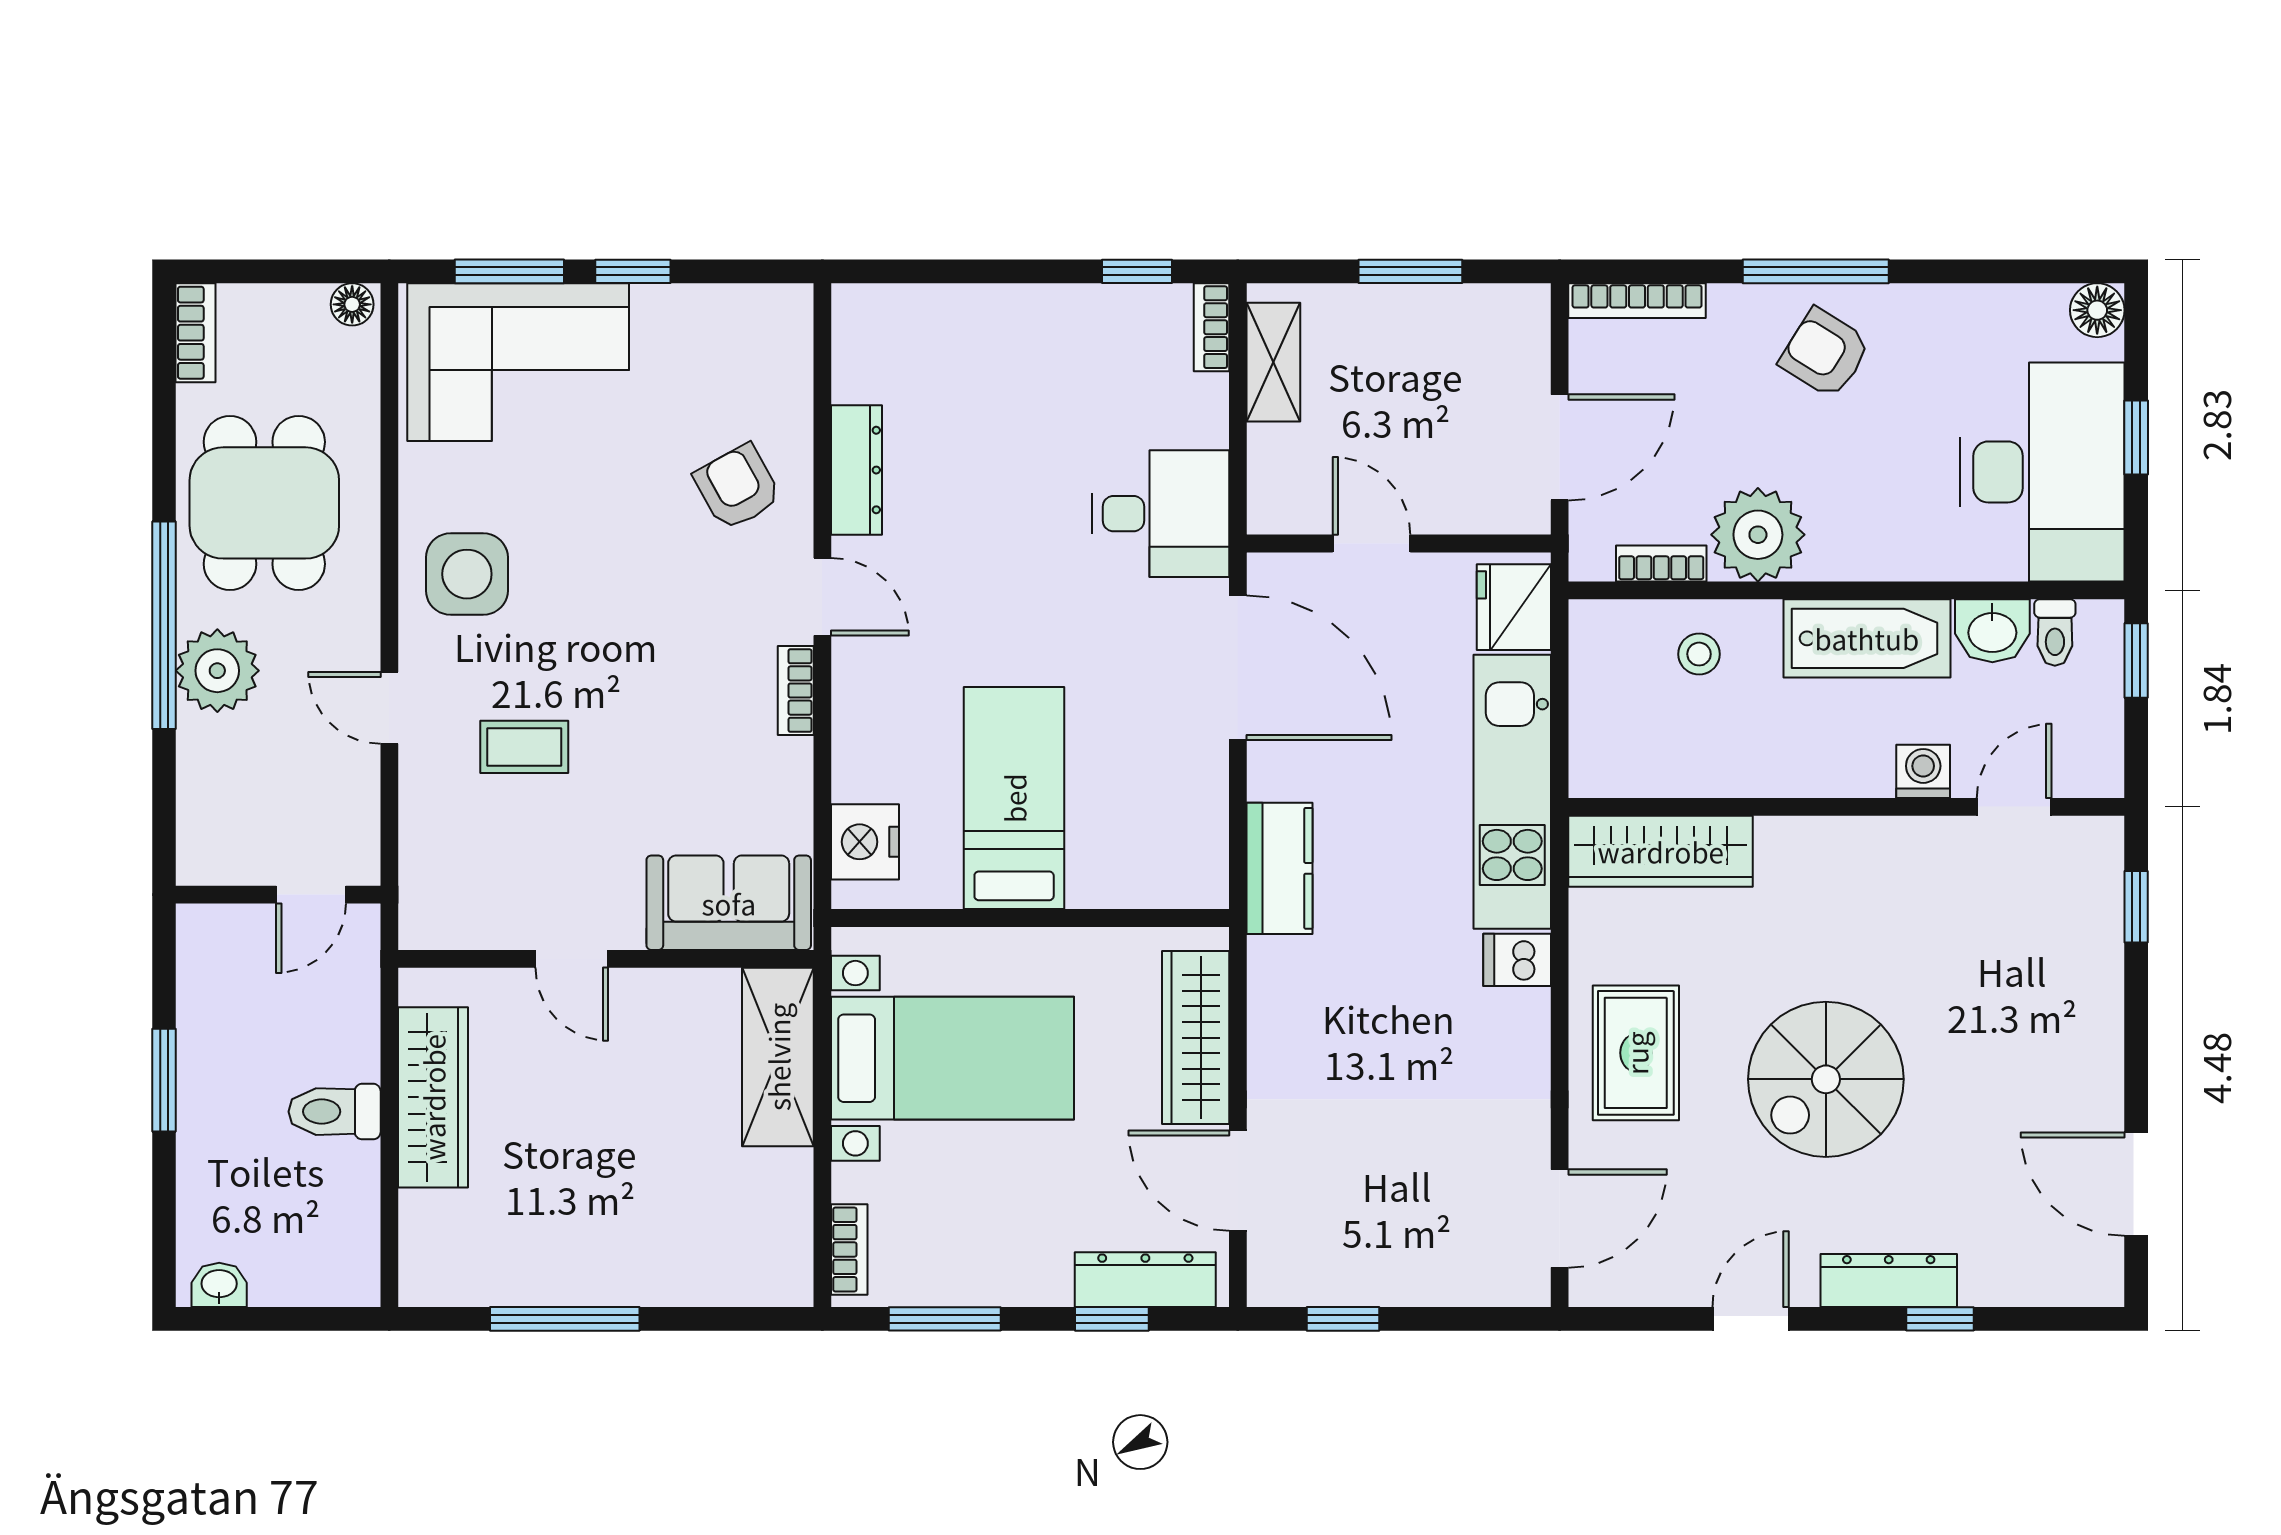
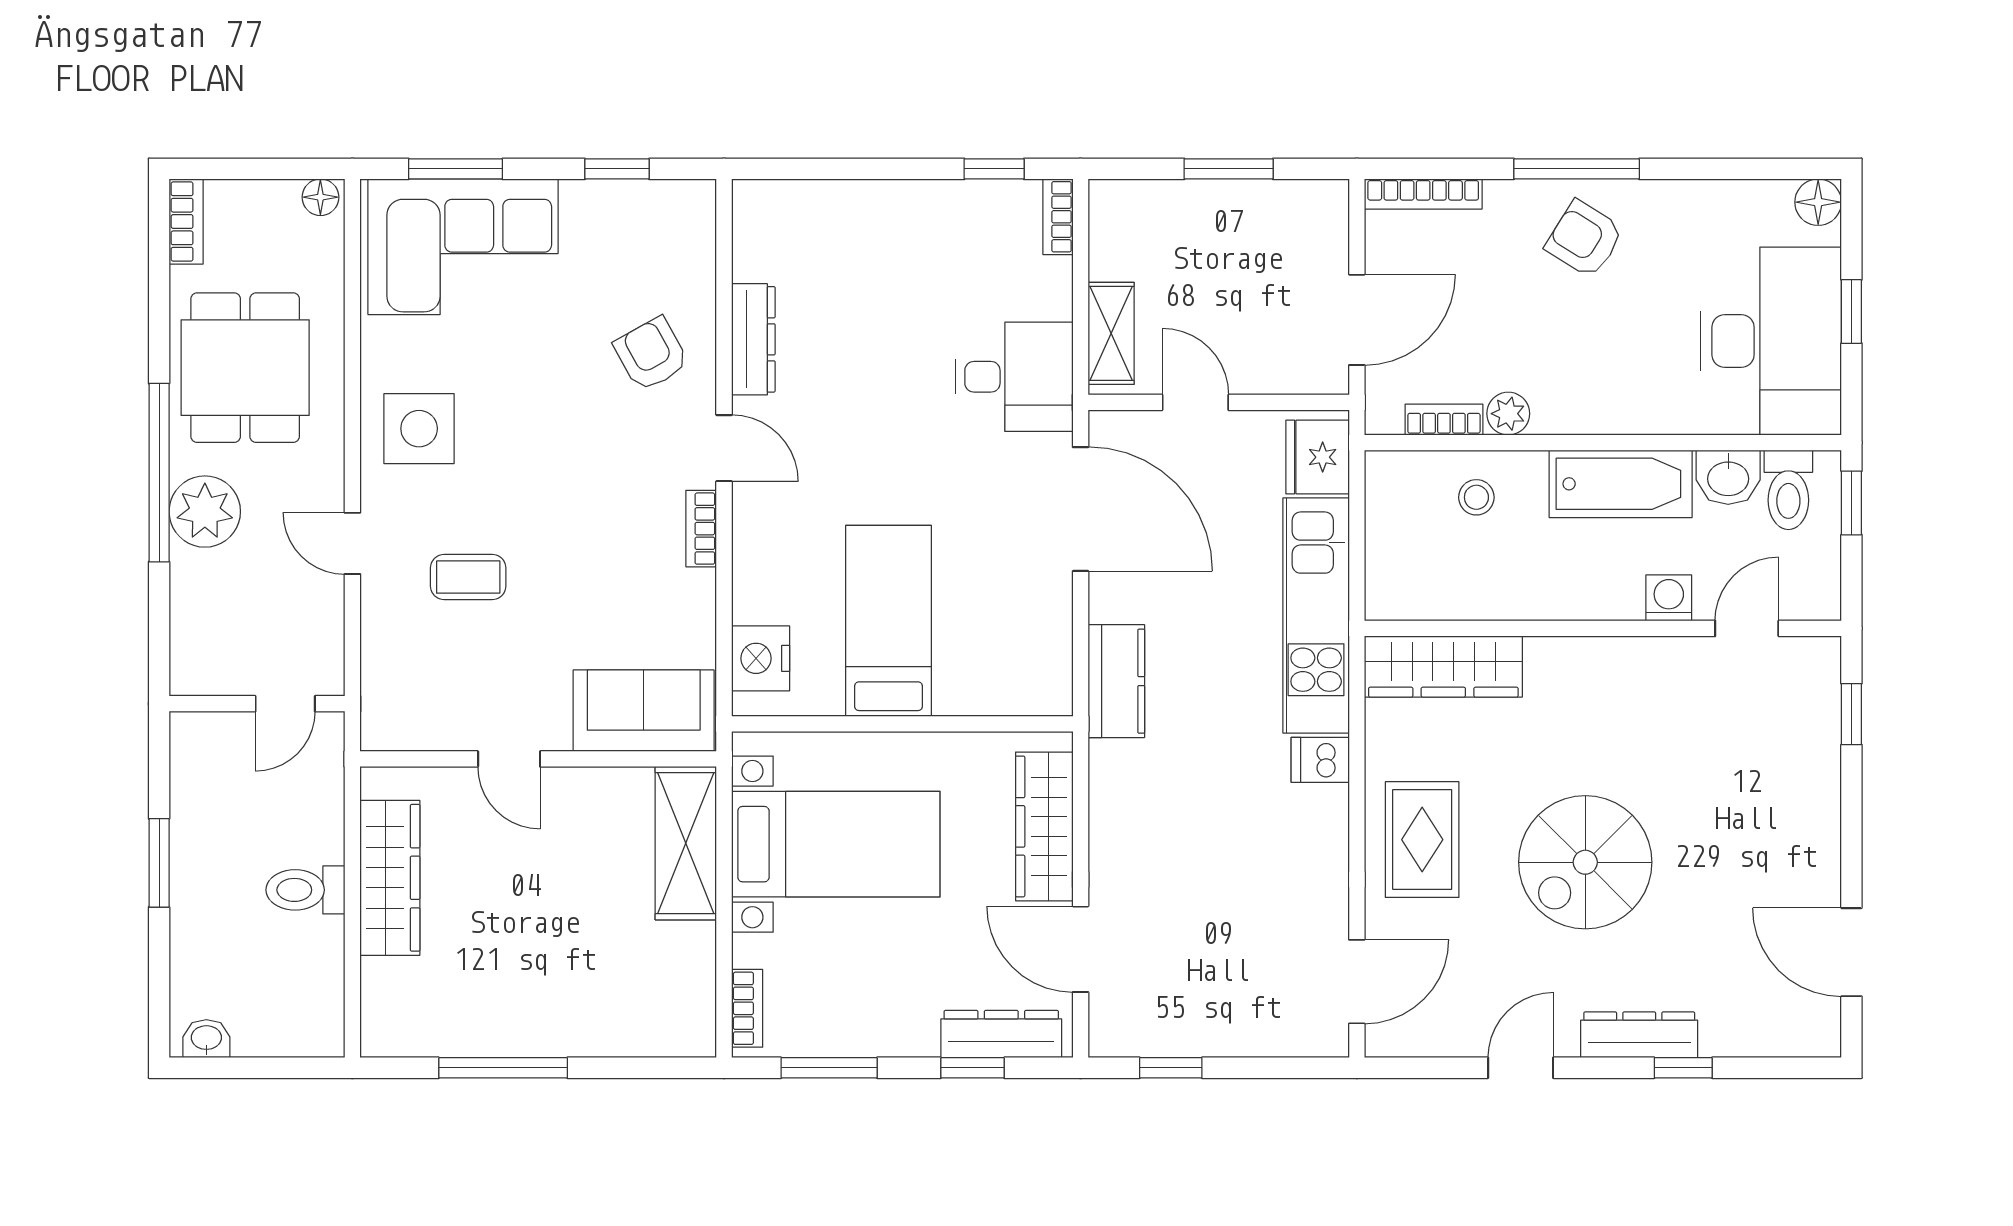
window: (633, 271) -> (617, 169), moved
shelving: (1273, 362) -> (1111, 333), moved
plant: (1758, 535) -> (1508, 414), width x0.53, depth x0.53
toilet: (2055, 632) -> (1788, 490), width x1.37, depth x1.39

